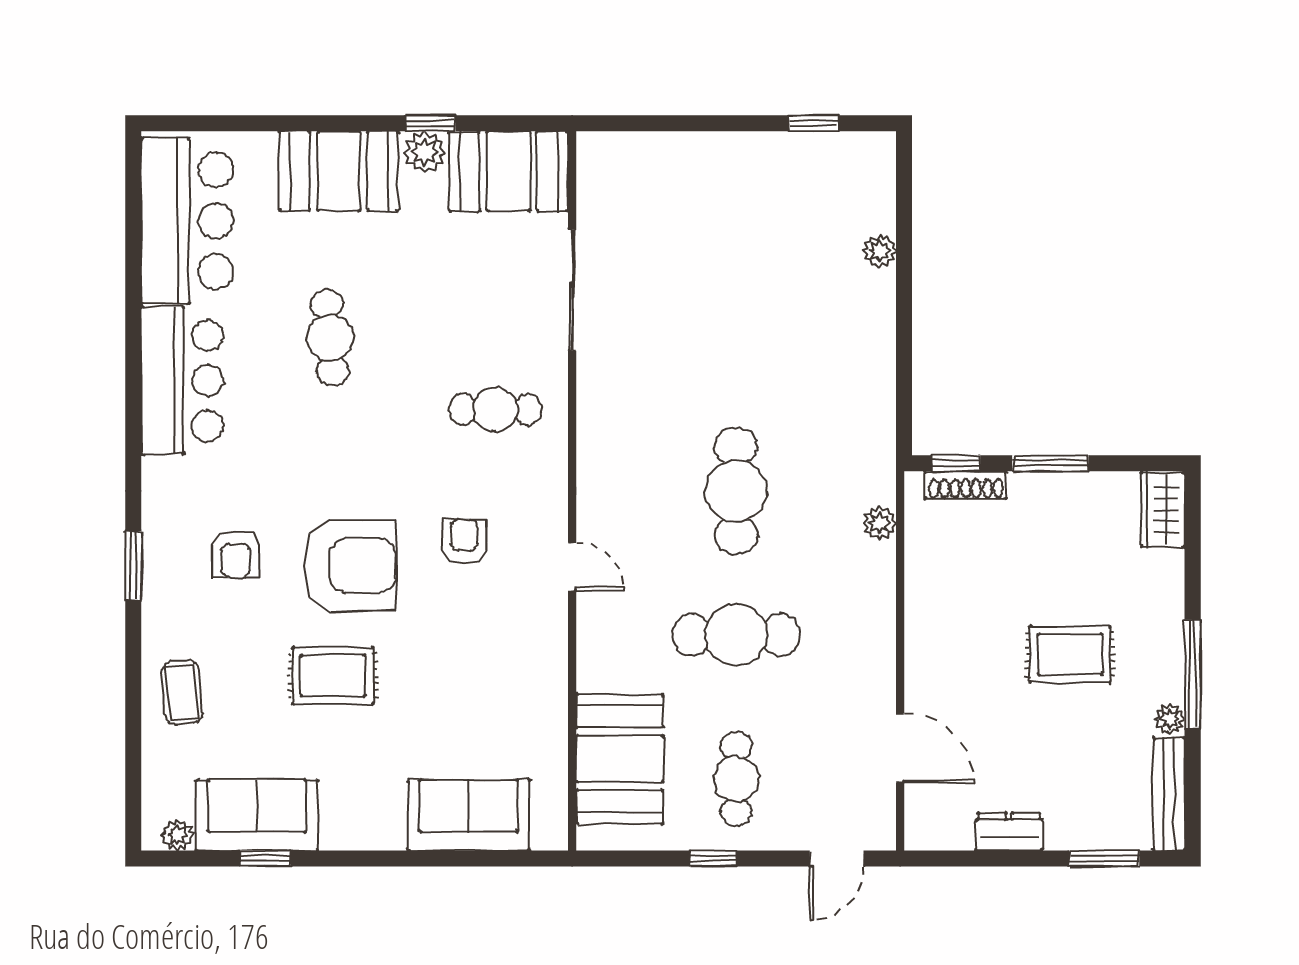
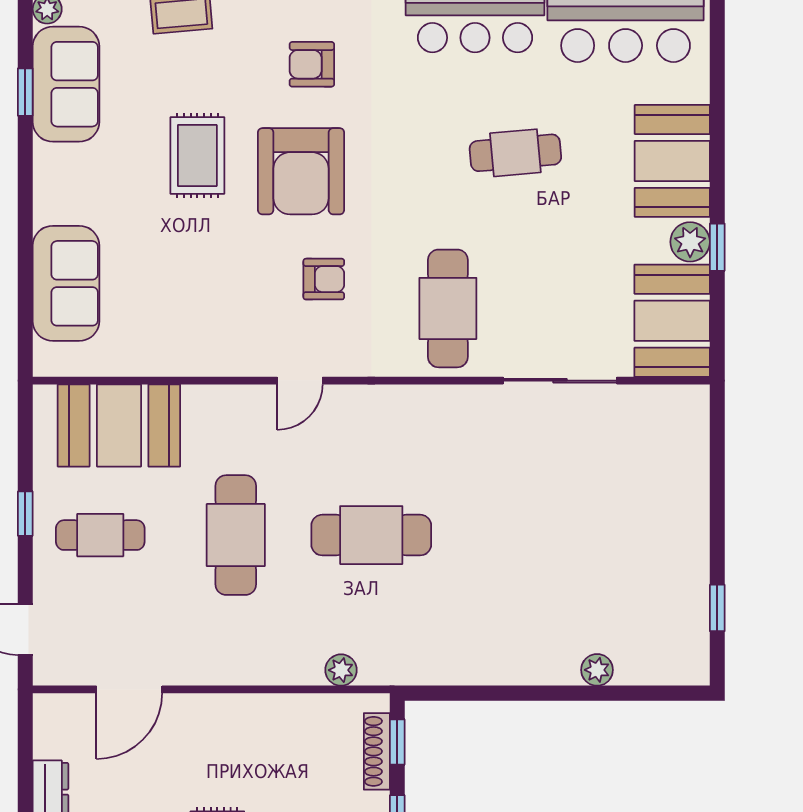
cafe table: (495, 409) -> (448, 308), width x1.37, depth x1.35

